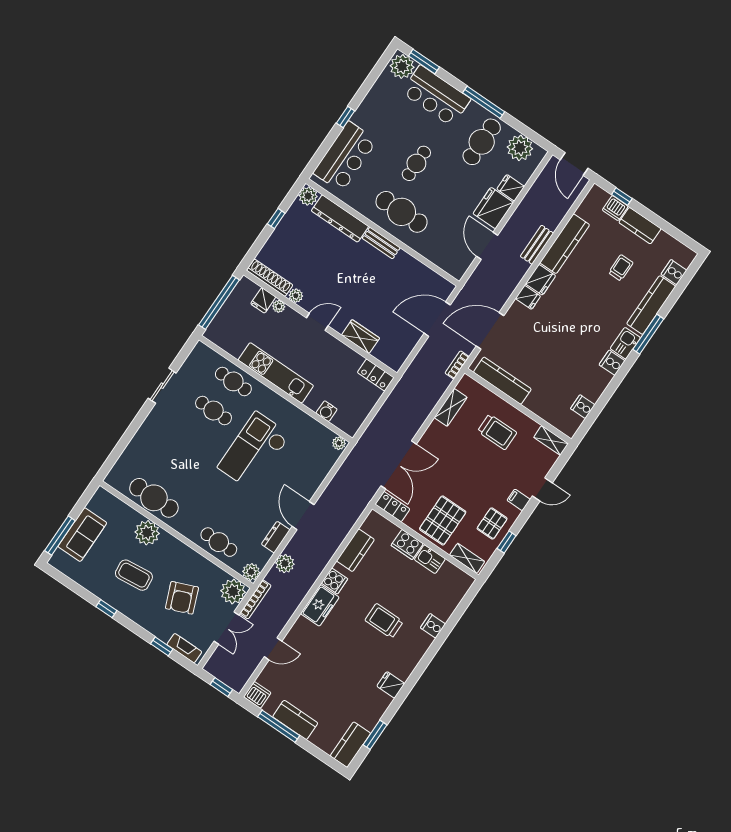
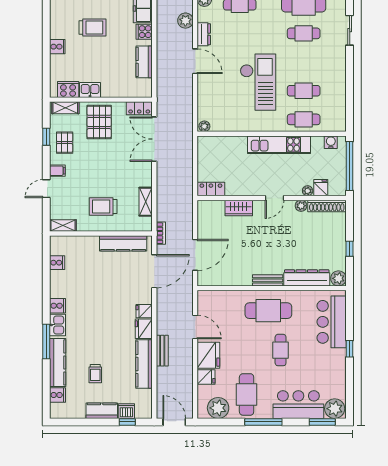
sliding door: (162, 386) -> (350, 30), moved
water cooler: (327, 411) -> (331, 142), moved
cafe table: (174, 469) -> (304, 33), added
cooker: (407, 544) -> (68, 89), moved

